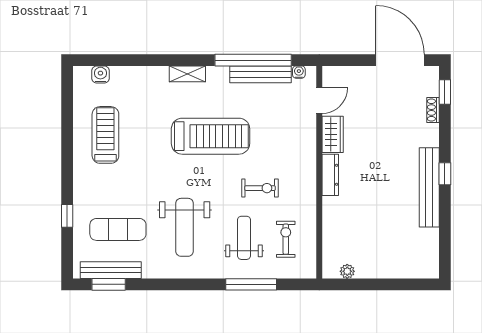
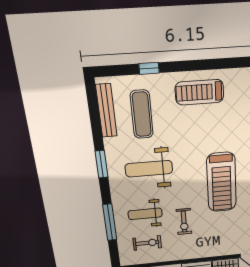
treadmill: (105, 135) -> (199, 92), moved, turned 180
weight bench: (244, 238) -> (145, 214), turned 180
window: (109, 284) -> (102, 164), moved

